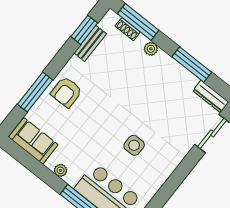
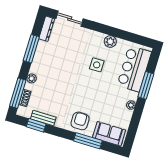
armchair: (66, 92) -> (80, 121), turned -90
sofa: (33, 141) -> (109, 134), moved, turned 90
plant: (159, 177) -> (110, 42), added

